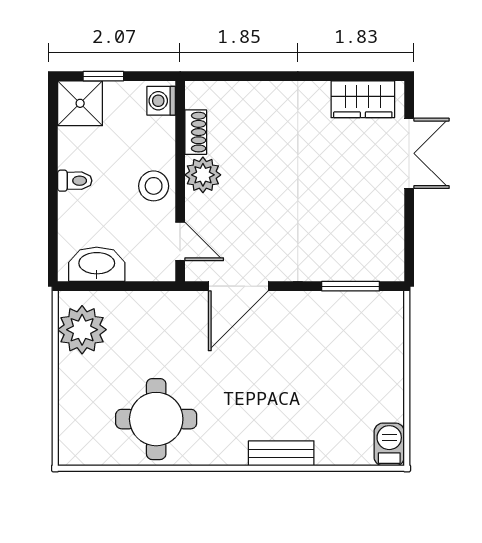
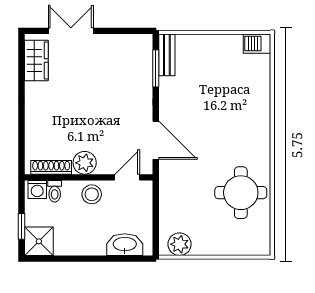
shoe rack: (196, 132) -> (51, 167), width x1.43
toilet: (75, 181) -> (55, 191), moved, turned 180
washbasin: (97, 264) -> (125, 245), moved, turned 90
plant: (82, 330) -> (180, 244), width x0.73, depth x0.73
bench: (281, 453) -> (167, 55), moved

